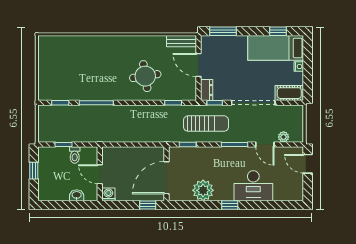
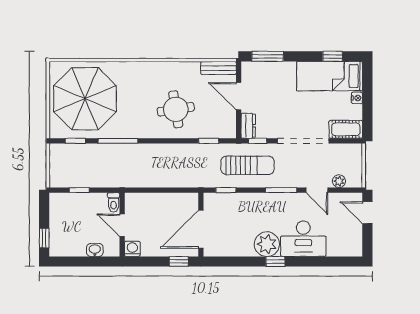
parasol: (68, 67) -> (85, 99), added
toilet: (75, 155) -> (114, 202), moved
window: (34, 171) -> (44, 238), moved
plant: (203, 190) -> (267, 244), moved

